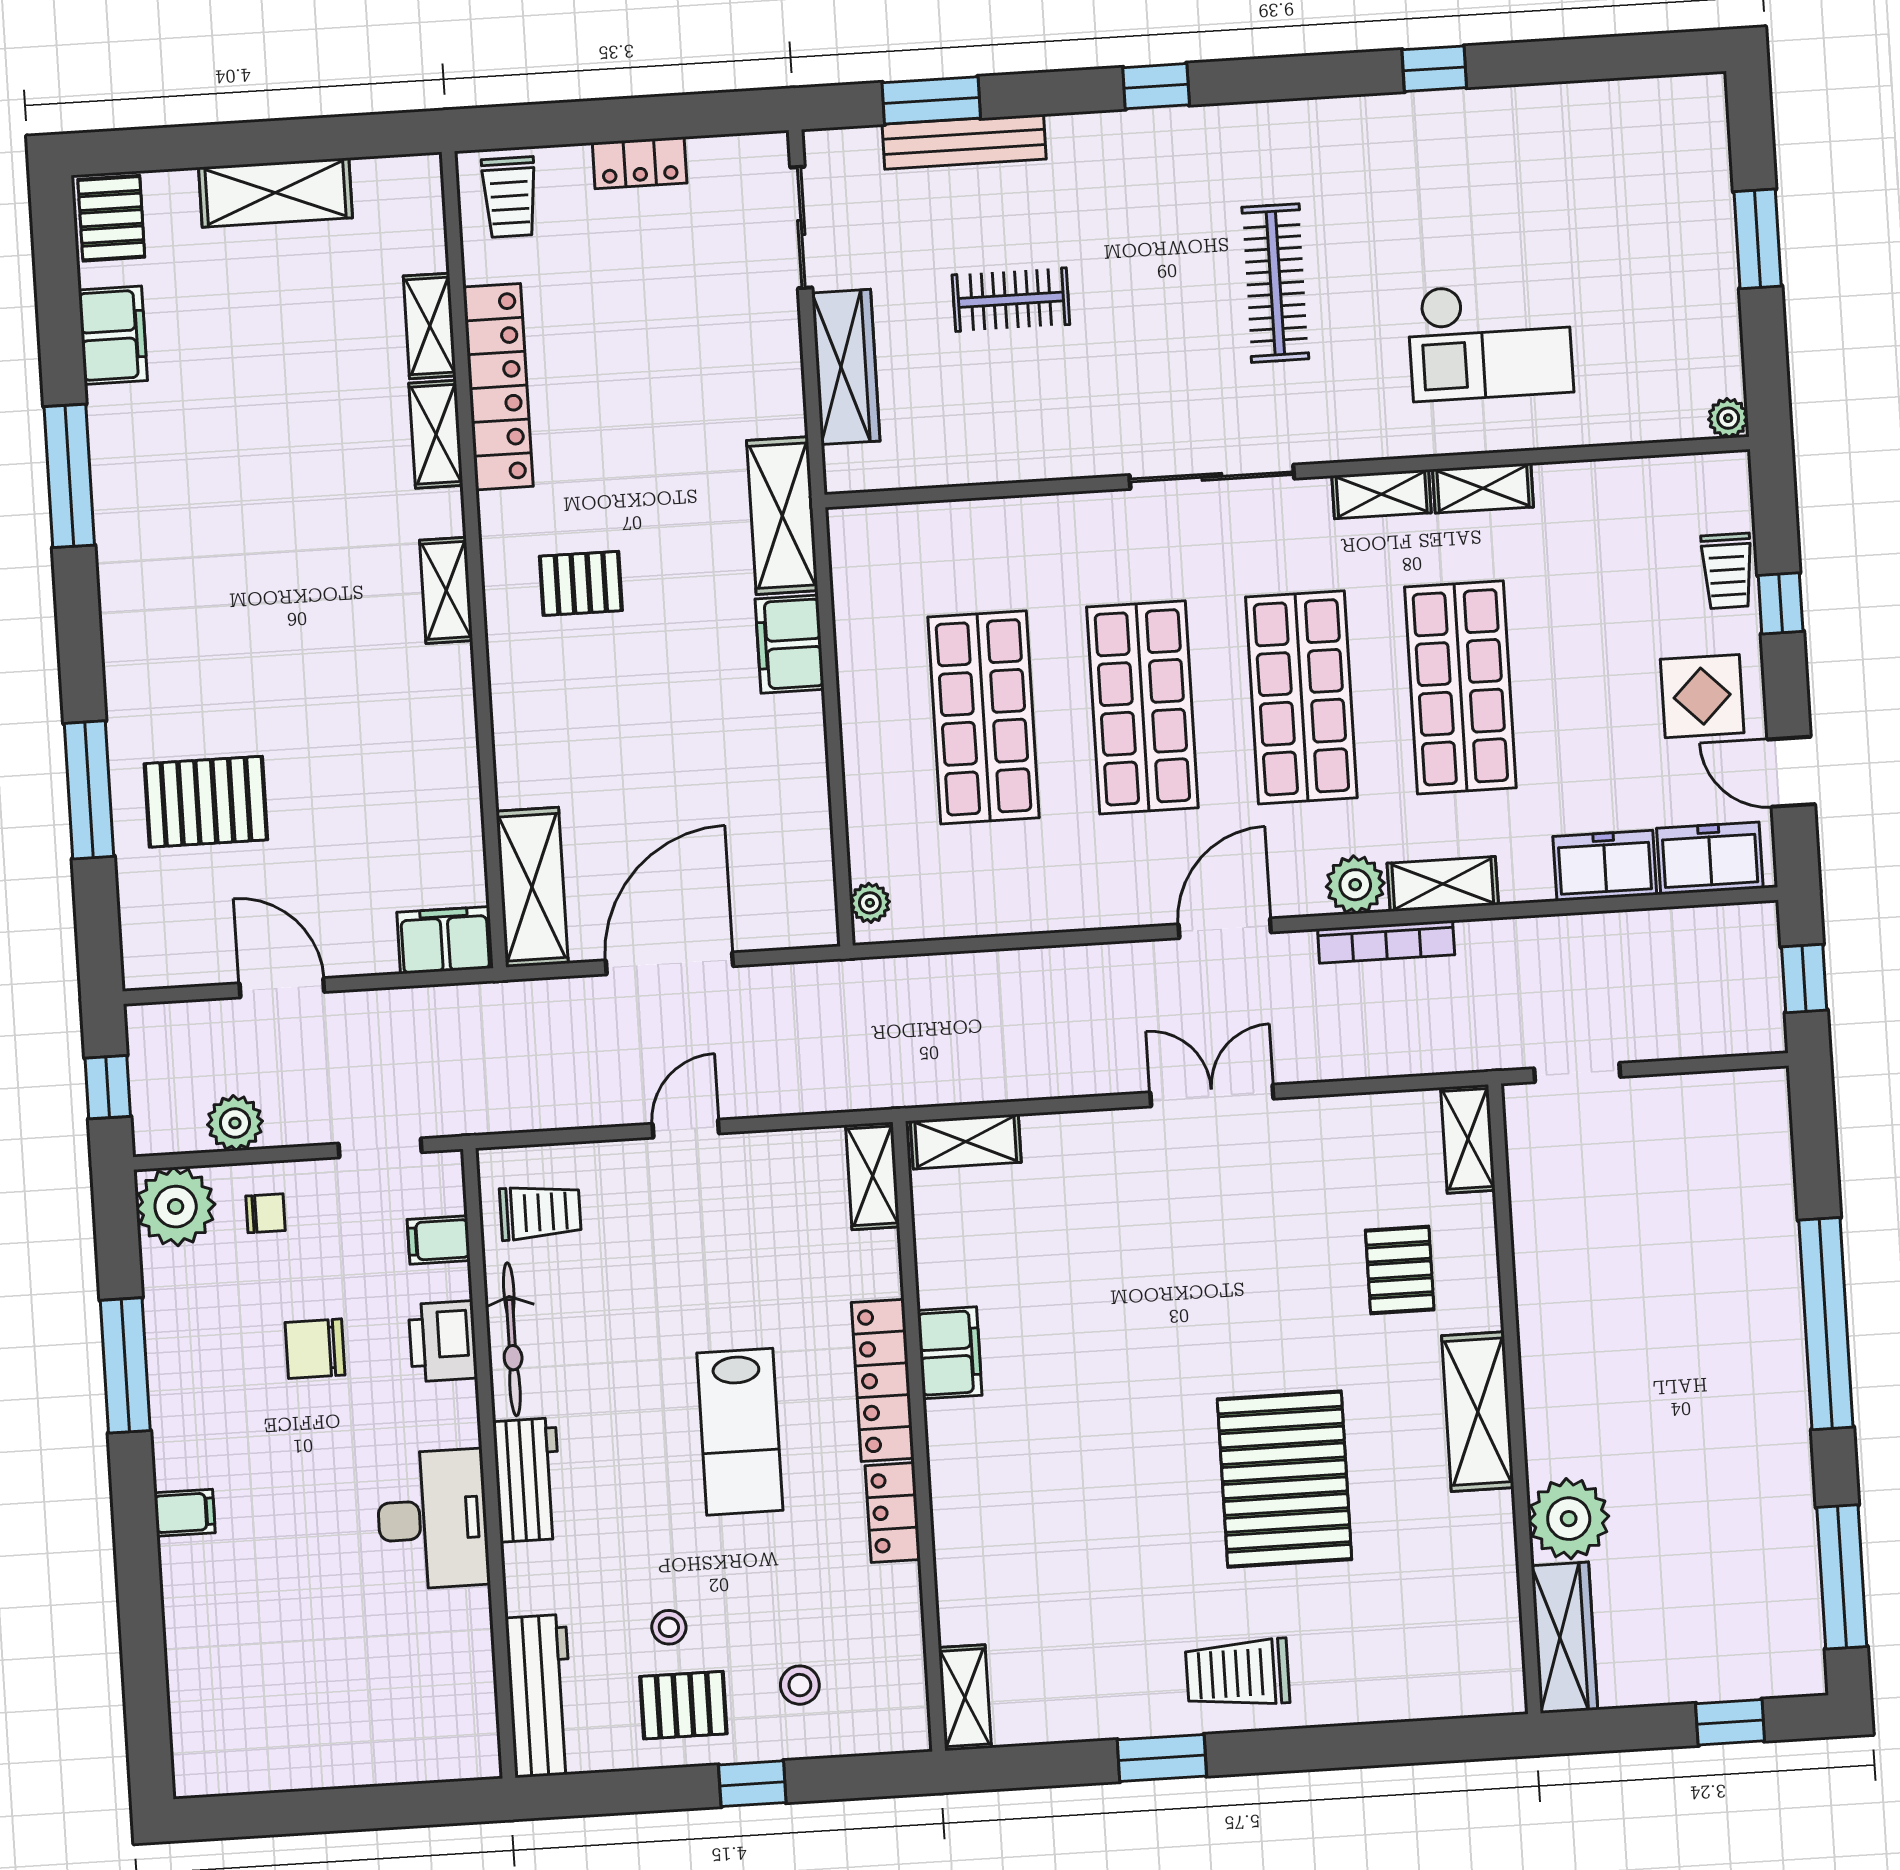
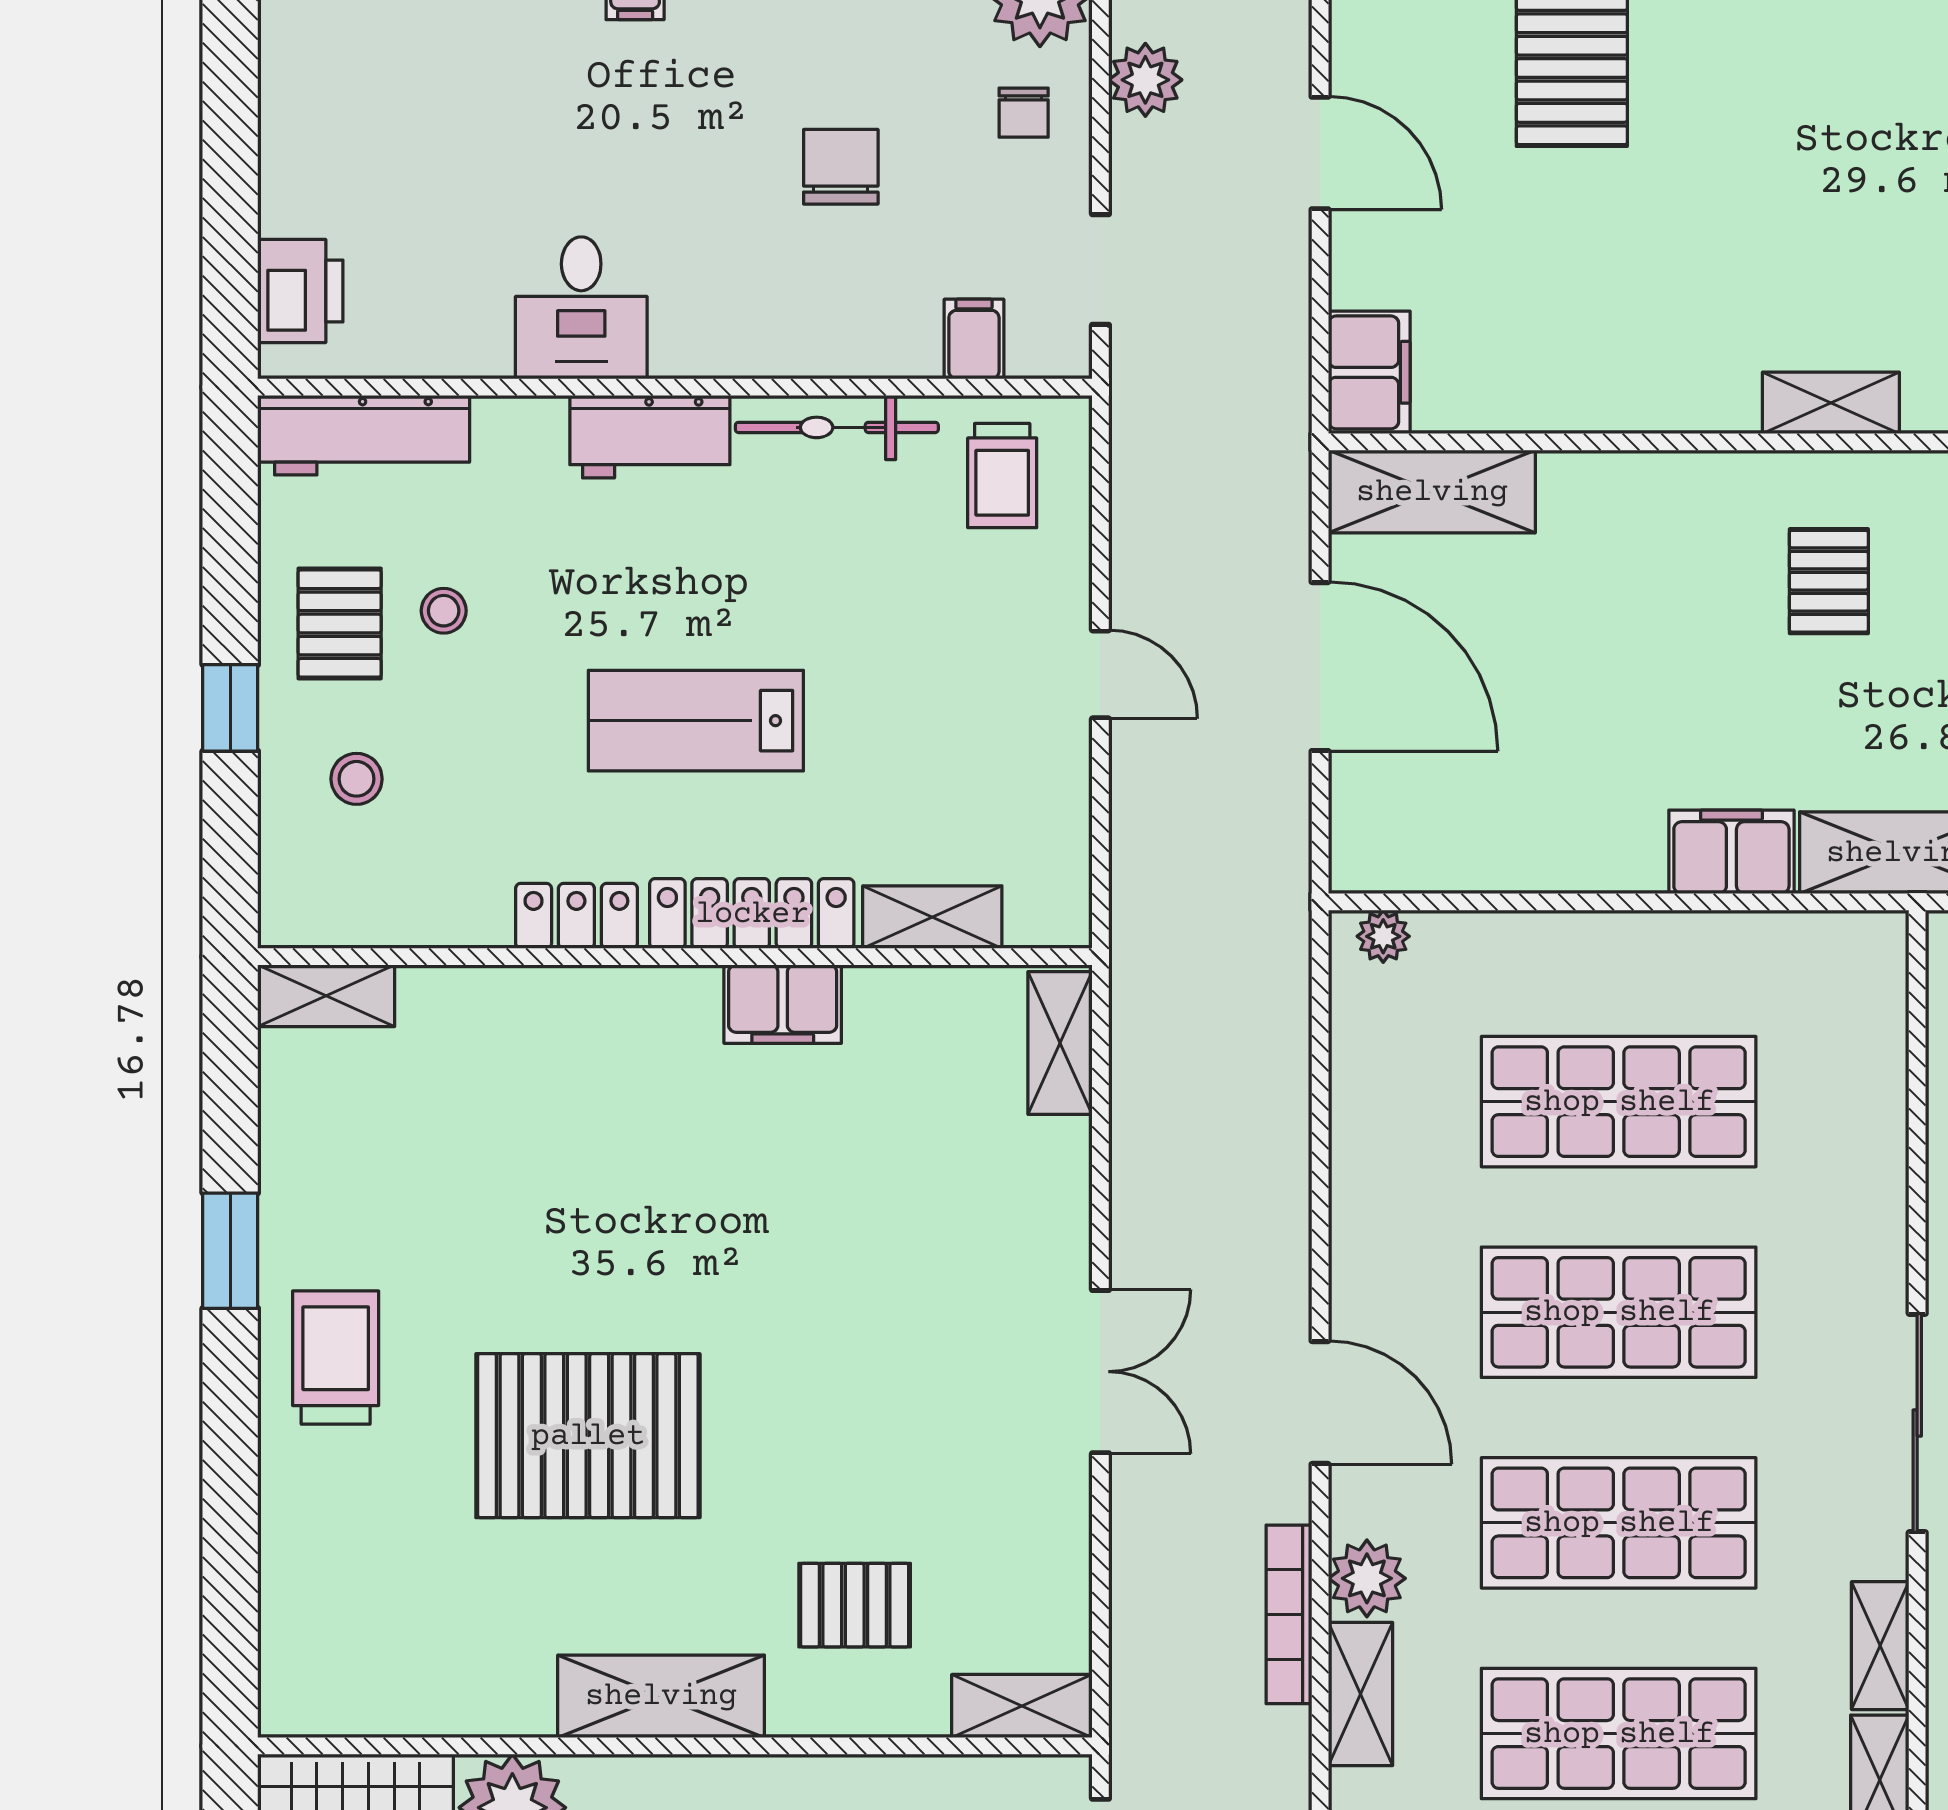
door: (282, 988) -> (1320, 153), hinge flipped
shelving: (873, 1176) -> (932, 917), moved
printer: (443, 1341) -> (300, 291), moved, turned 90
desk: (433, 1519) -> (581, 308), width x0.73

